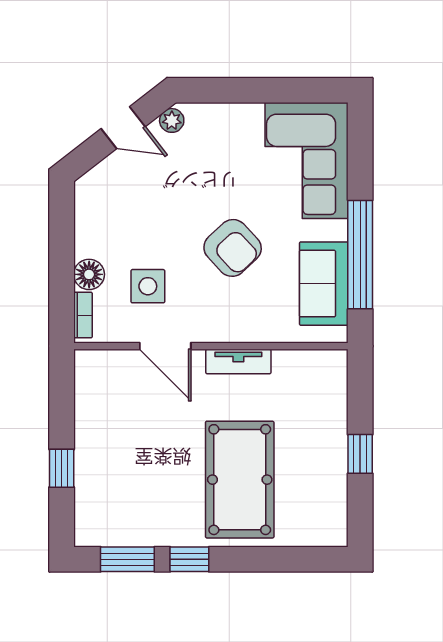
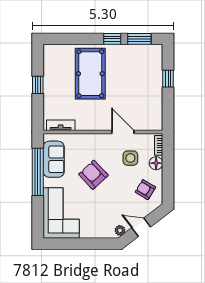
armchair: (113, 214) -> (145, 190), added
tv unit: (238, 361) -> (61, 125), moved

